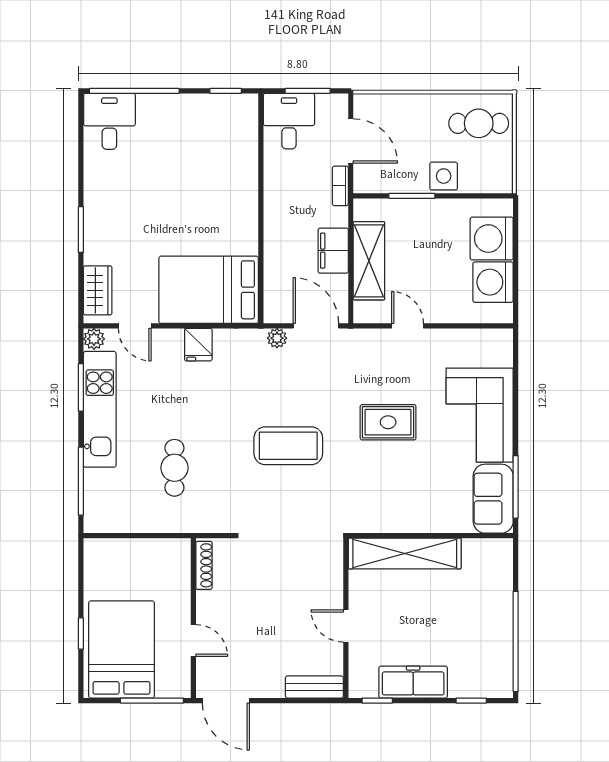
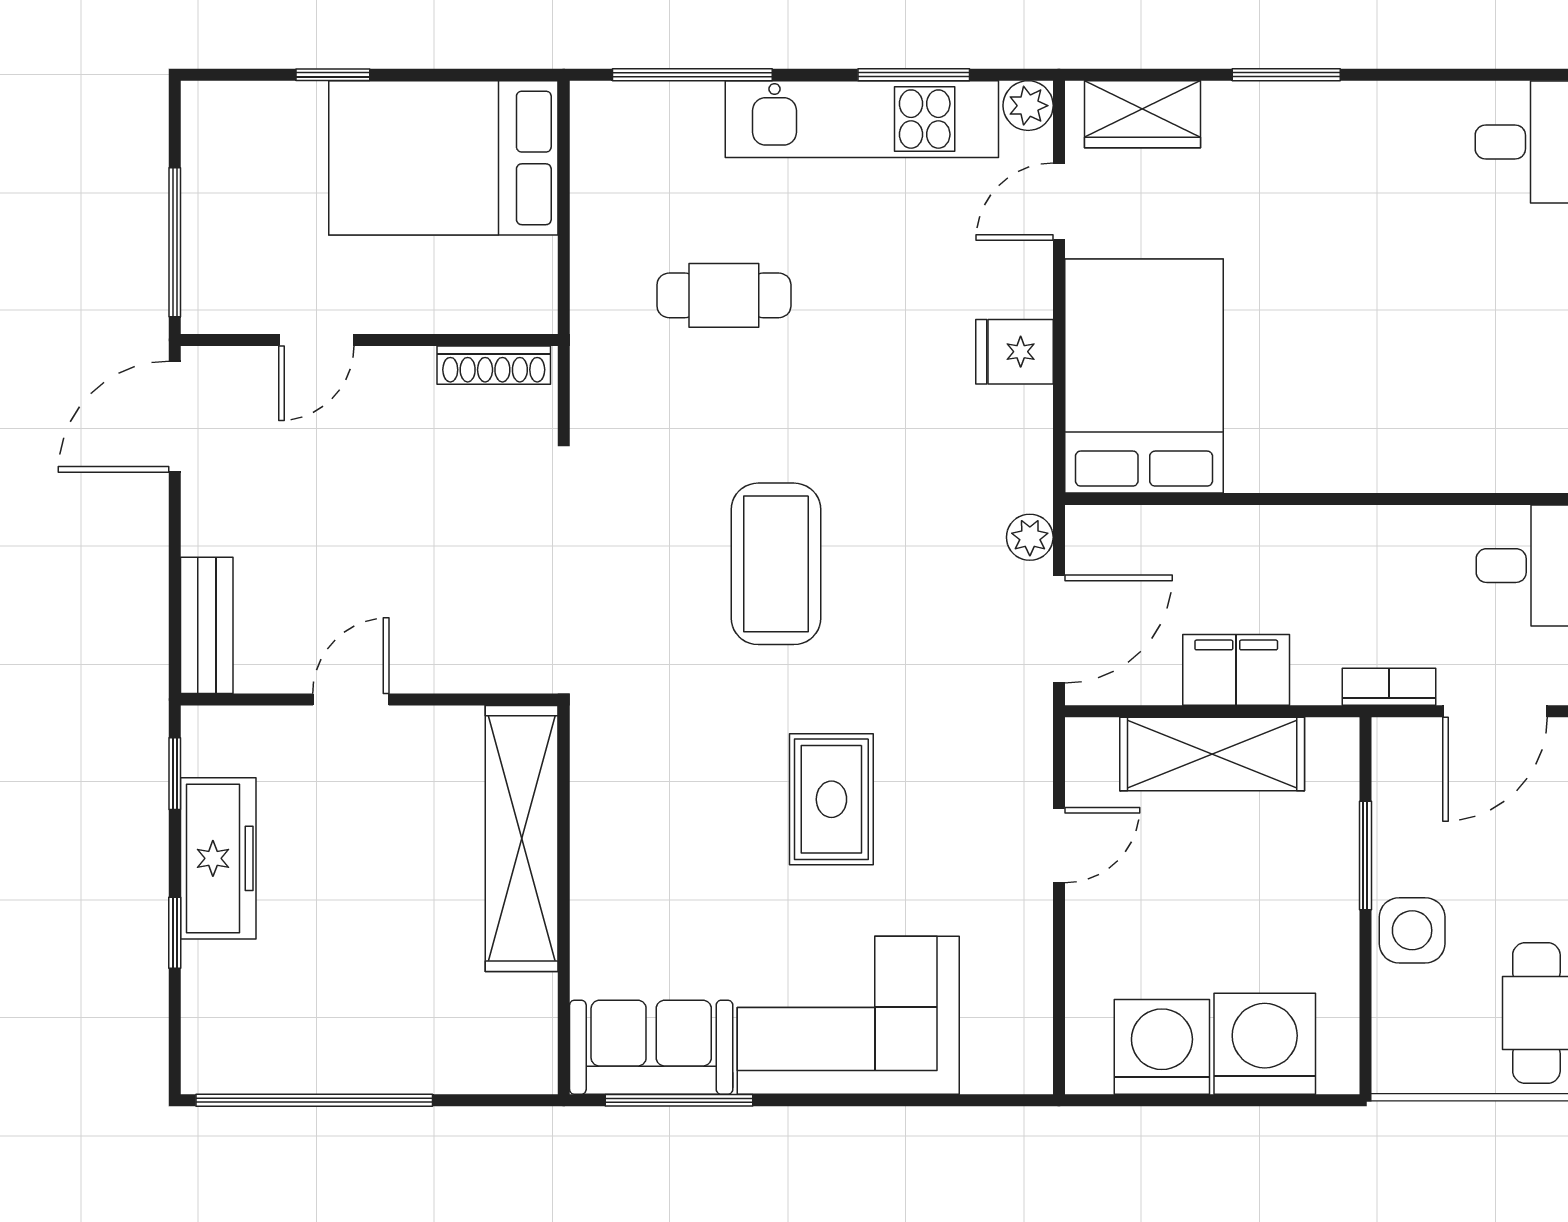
bed: (121, 650) -> (443, 158), moved, turned 180
window: (471, 701) -> (175, 933), moved

